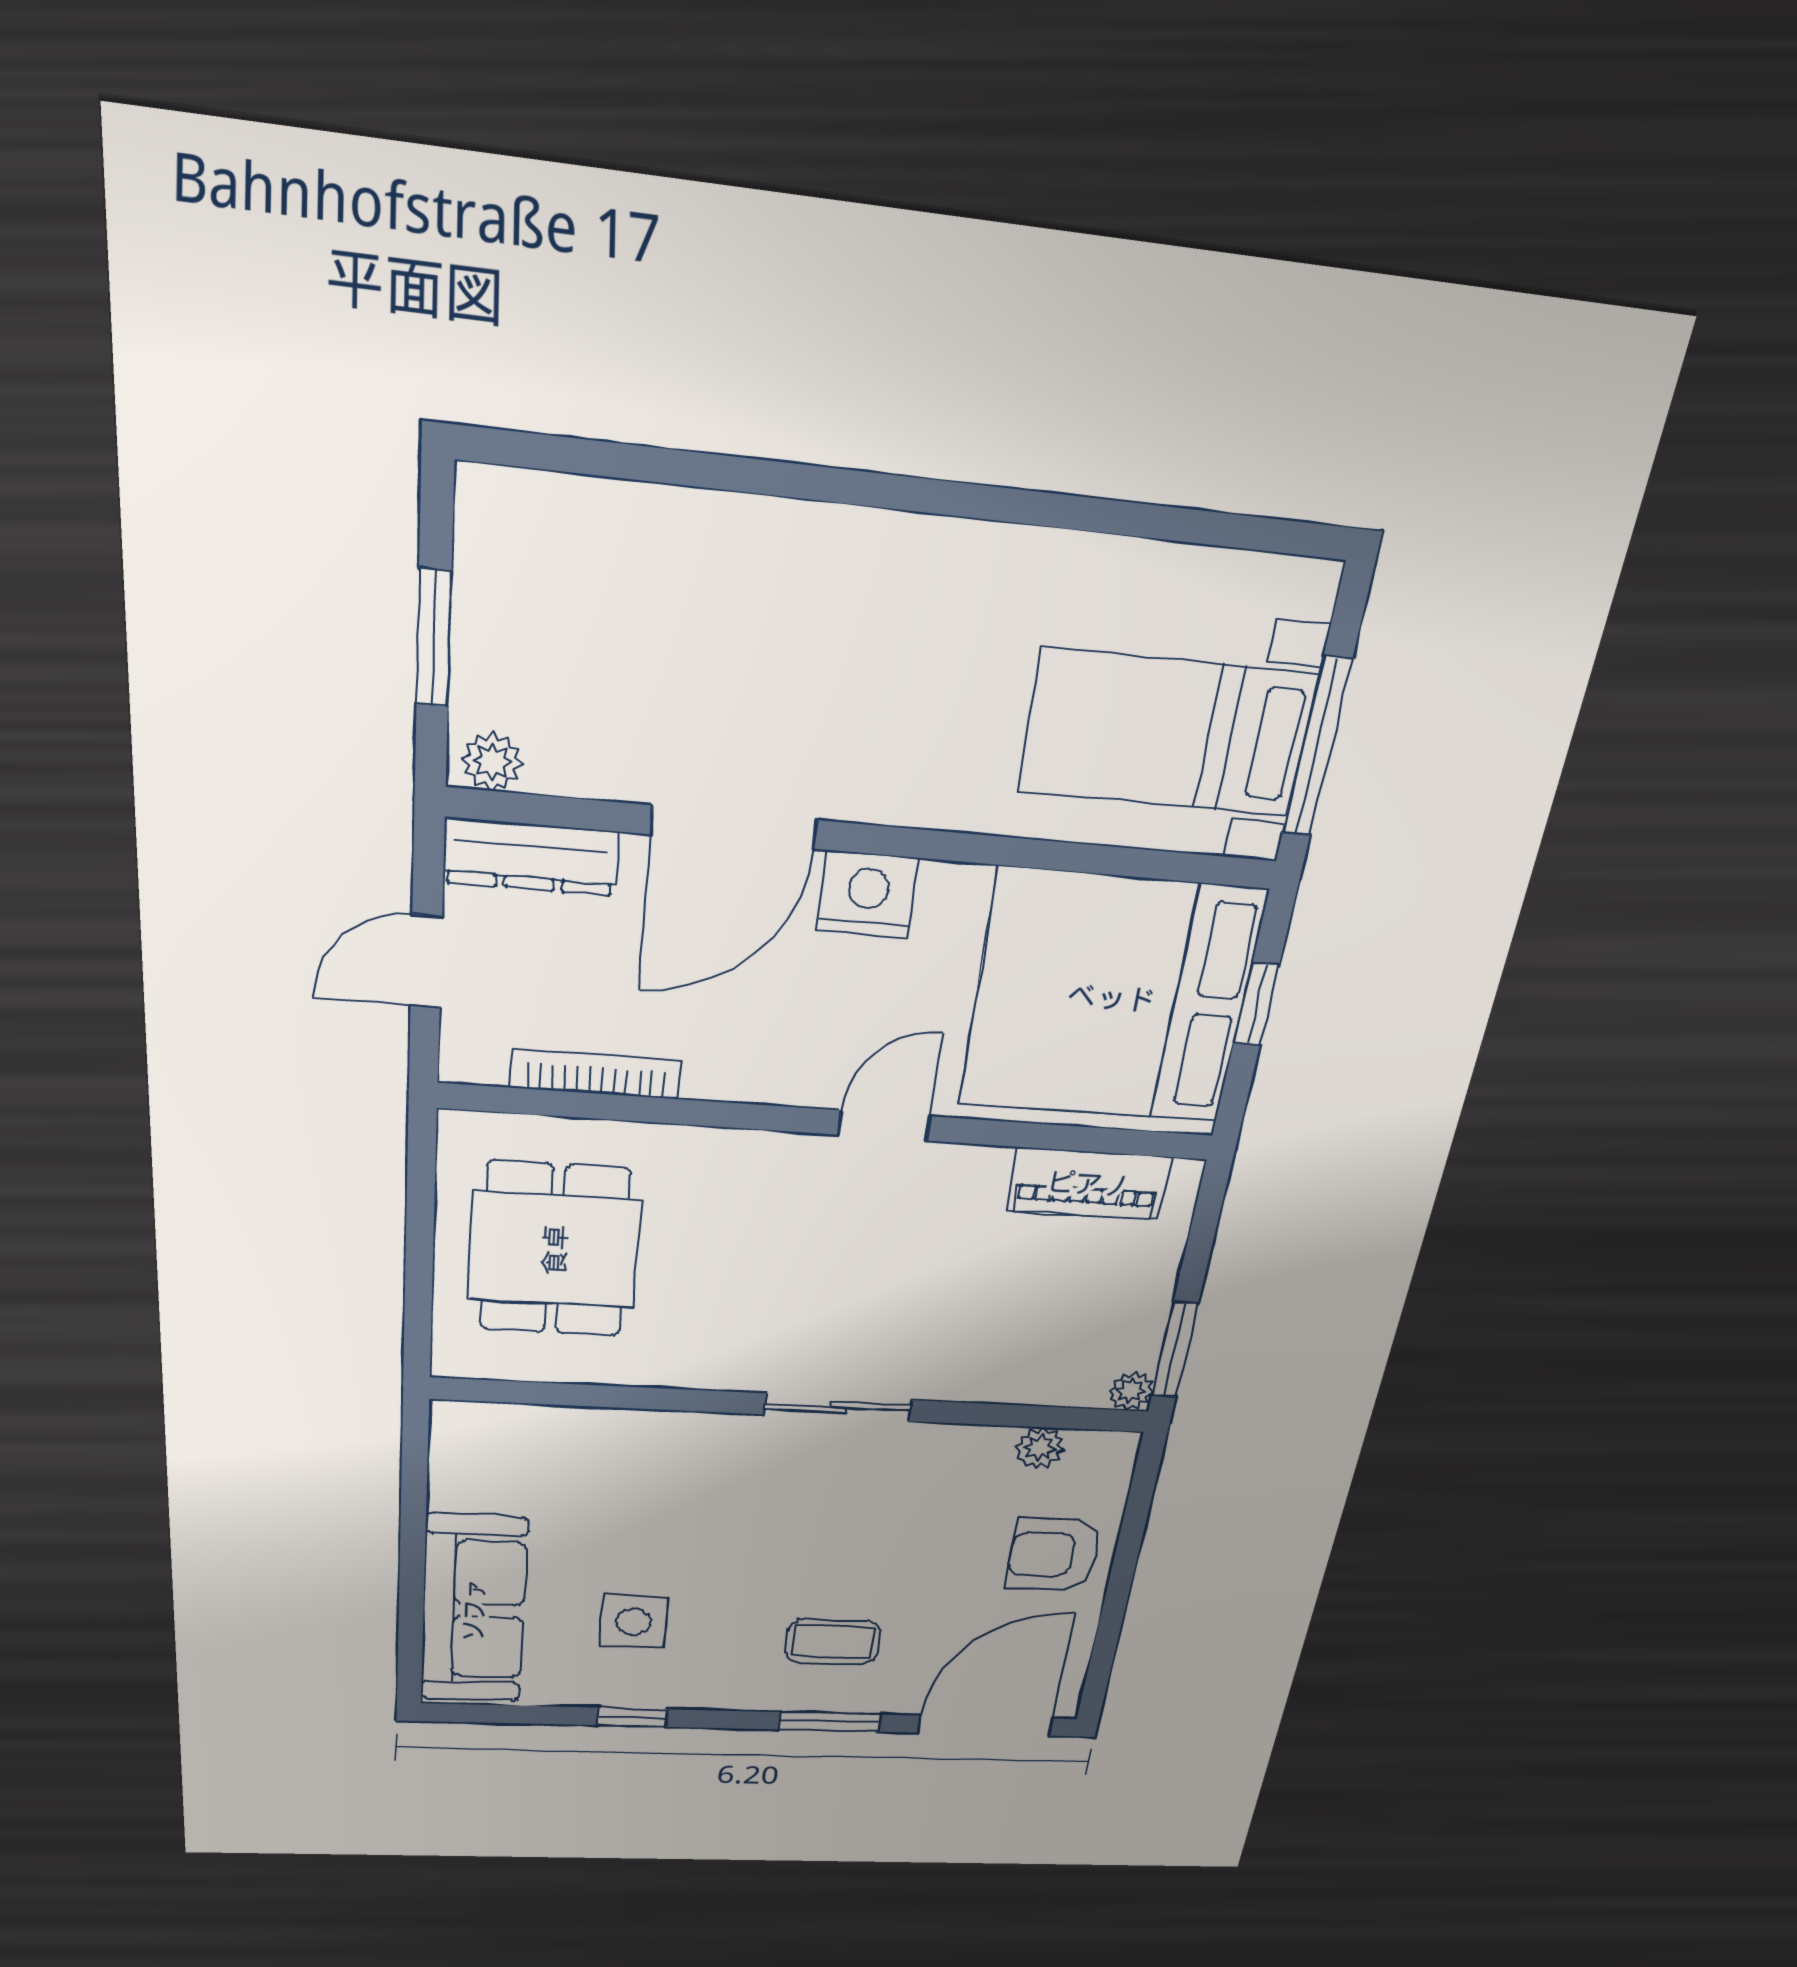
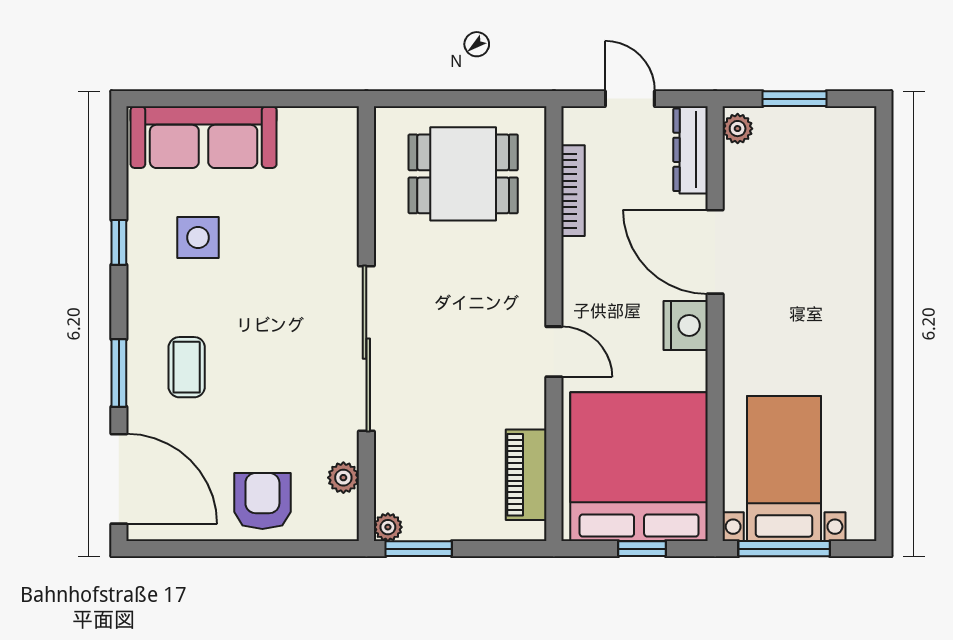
sliding door: (838, 1407) -> (366, 349), width x1.86

